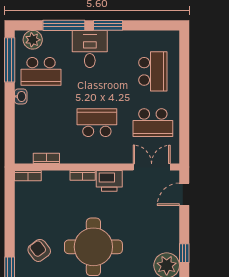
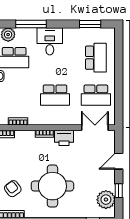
window: (108, 25) -> (90, 24), moved
school desk: (97, 123) -> (55, 95), turned 180
door: (184, 194) -> (119, 161), moved

